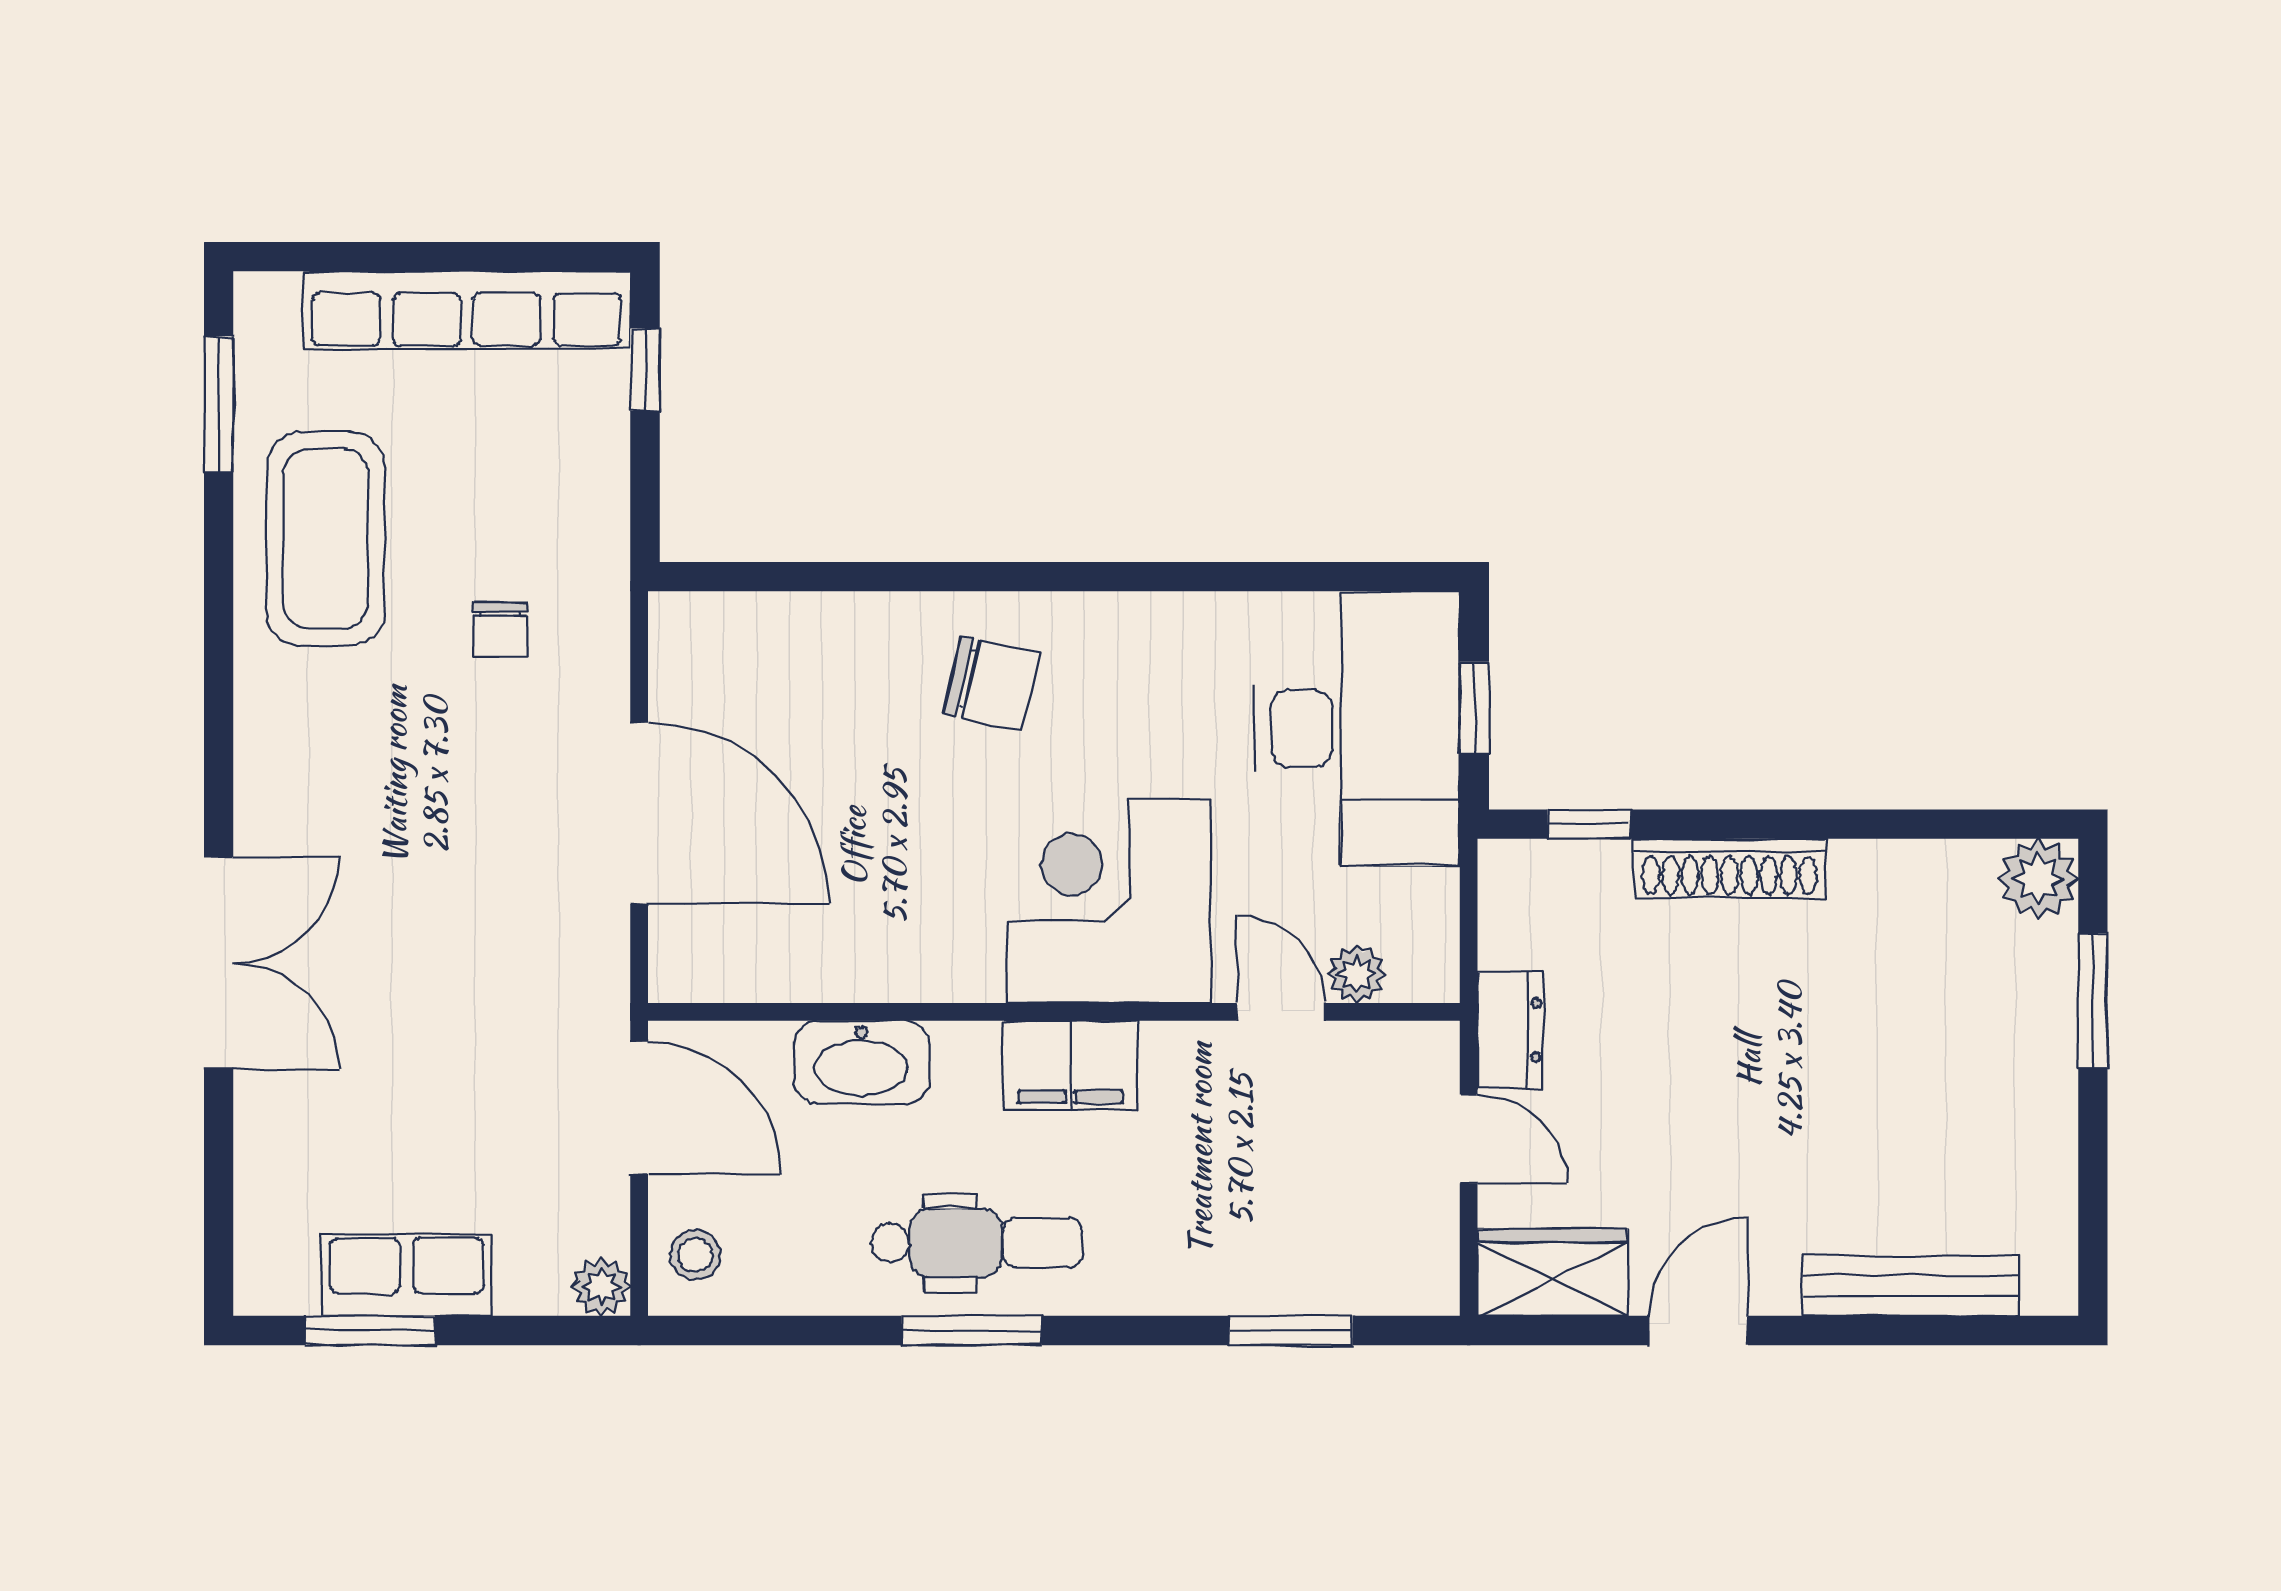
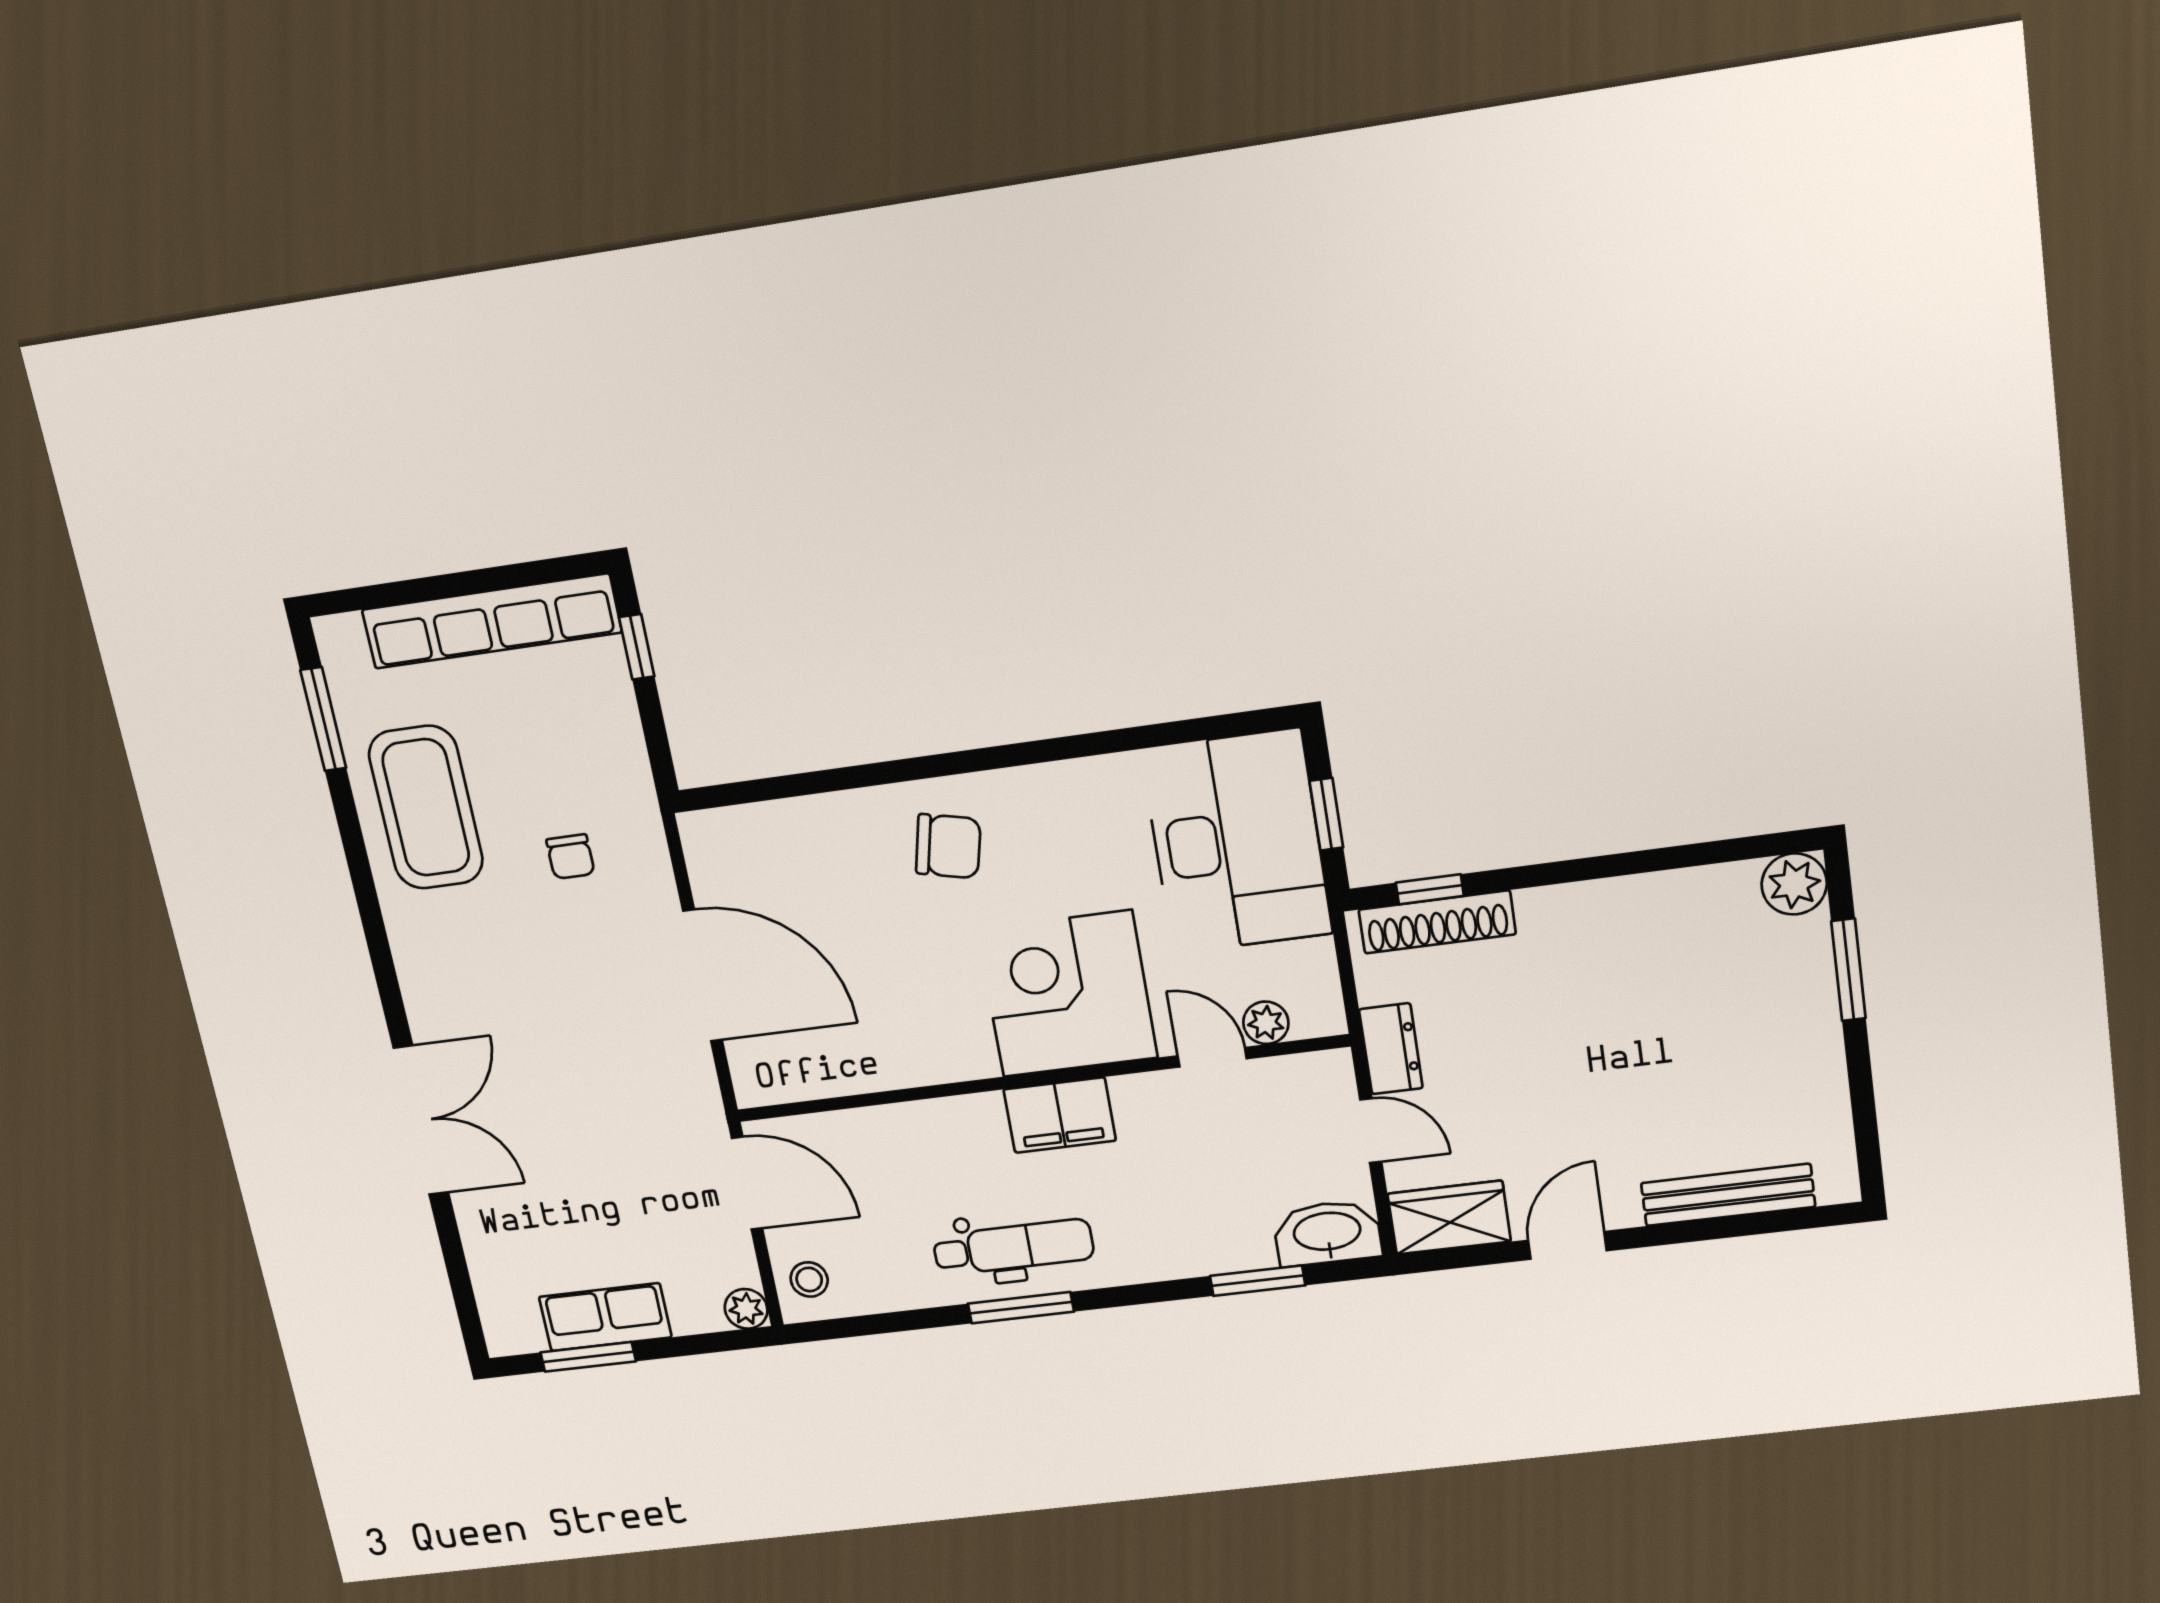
shoe rack: (1729, 868) -> (1437, 922), moved
washbasin: (861, 1062) -> (1327, 1233), moved, turned 180

